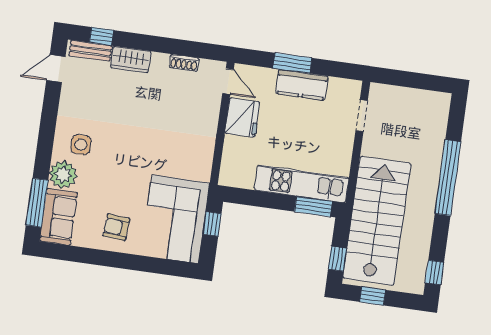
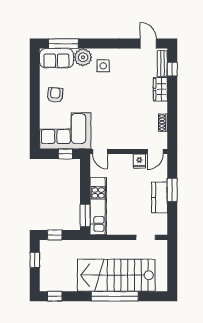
fridge: (242, 118) -> (139, 161), width x0.53, depth x0.75
door: (216, 169) -> (100, 152), added
stairs: (377, 221) -> (116, 275), moved, turned 180

